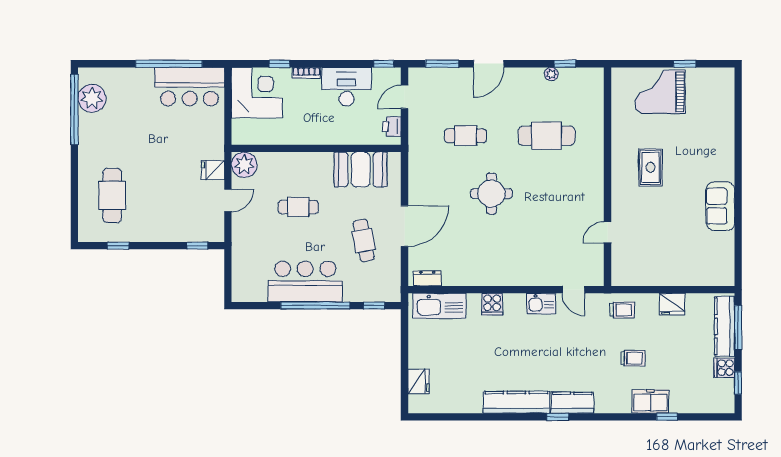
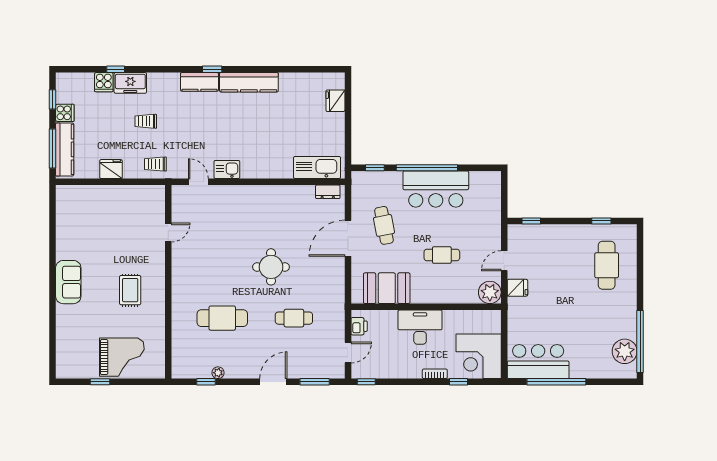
desk: (346, 87) -> (420, 327), moved, turned 180
sofa: (720, 206) -> (68, 282), moved
cooker: (492, 304) -> (104, 82), moved, turned 180

